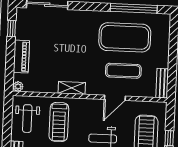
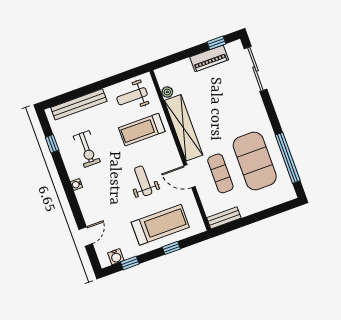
piano: (21, 57) -> (209, 58), moved
plant: (18, 86) -> (167, 92), moved
shelving: (72, 88) -> (184, 128), width x2.20, depth x1.33

